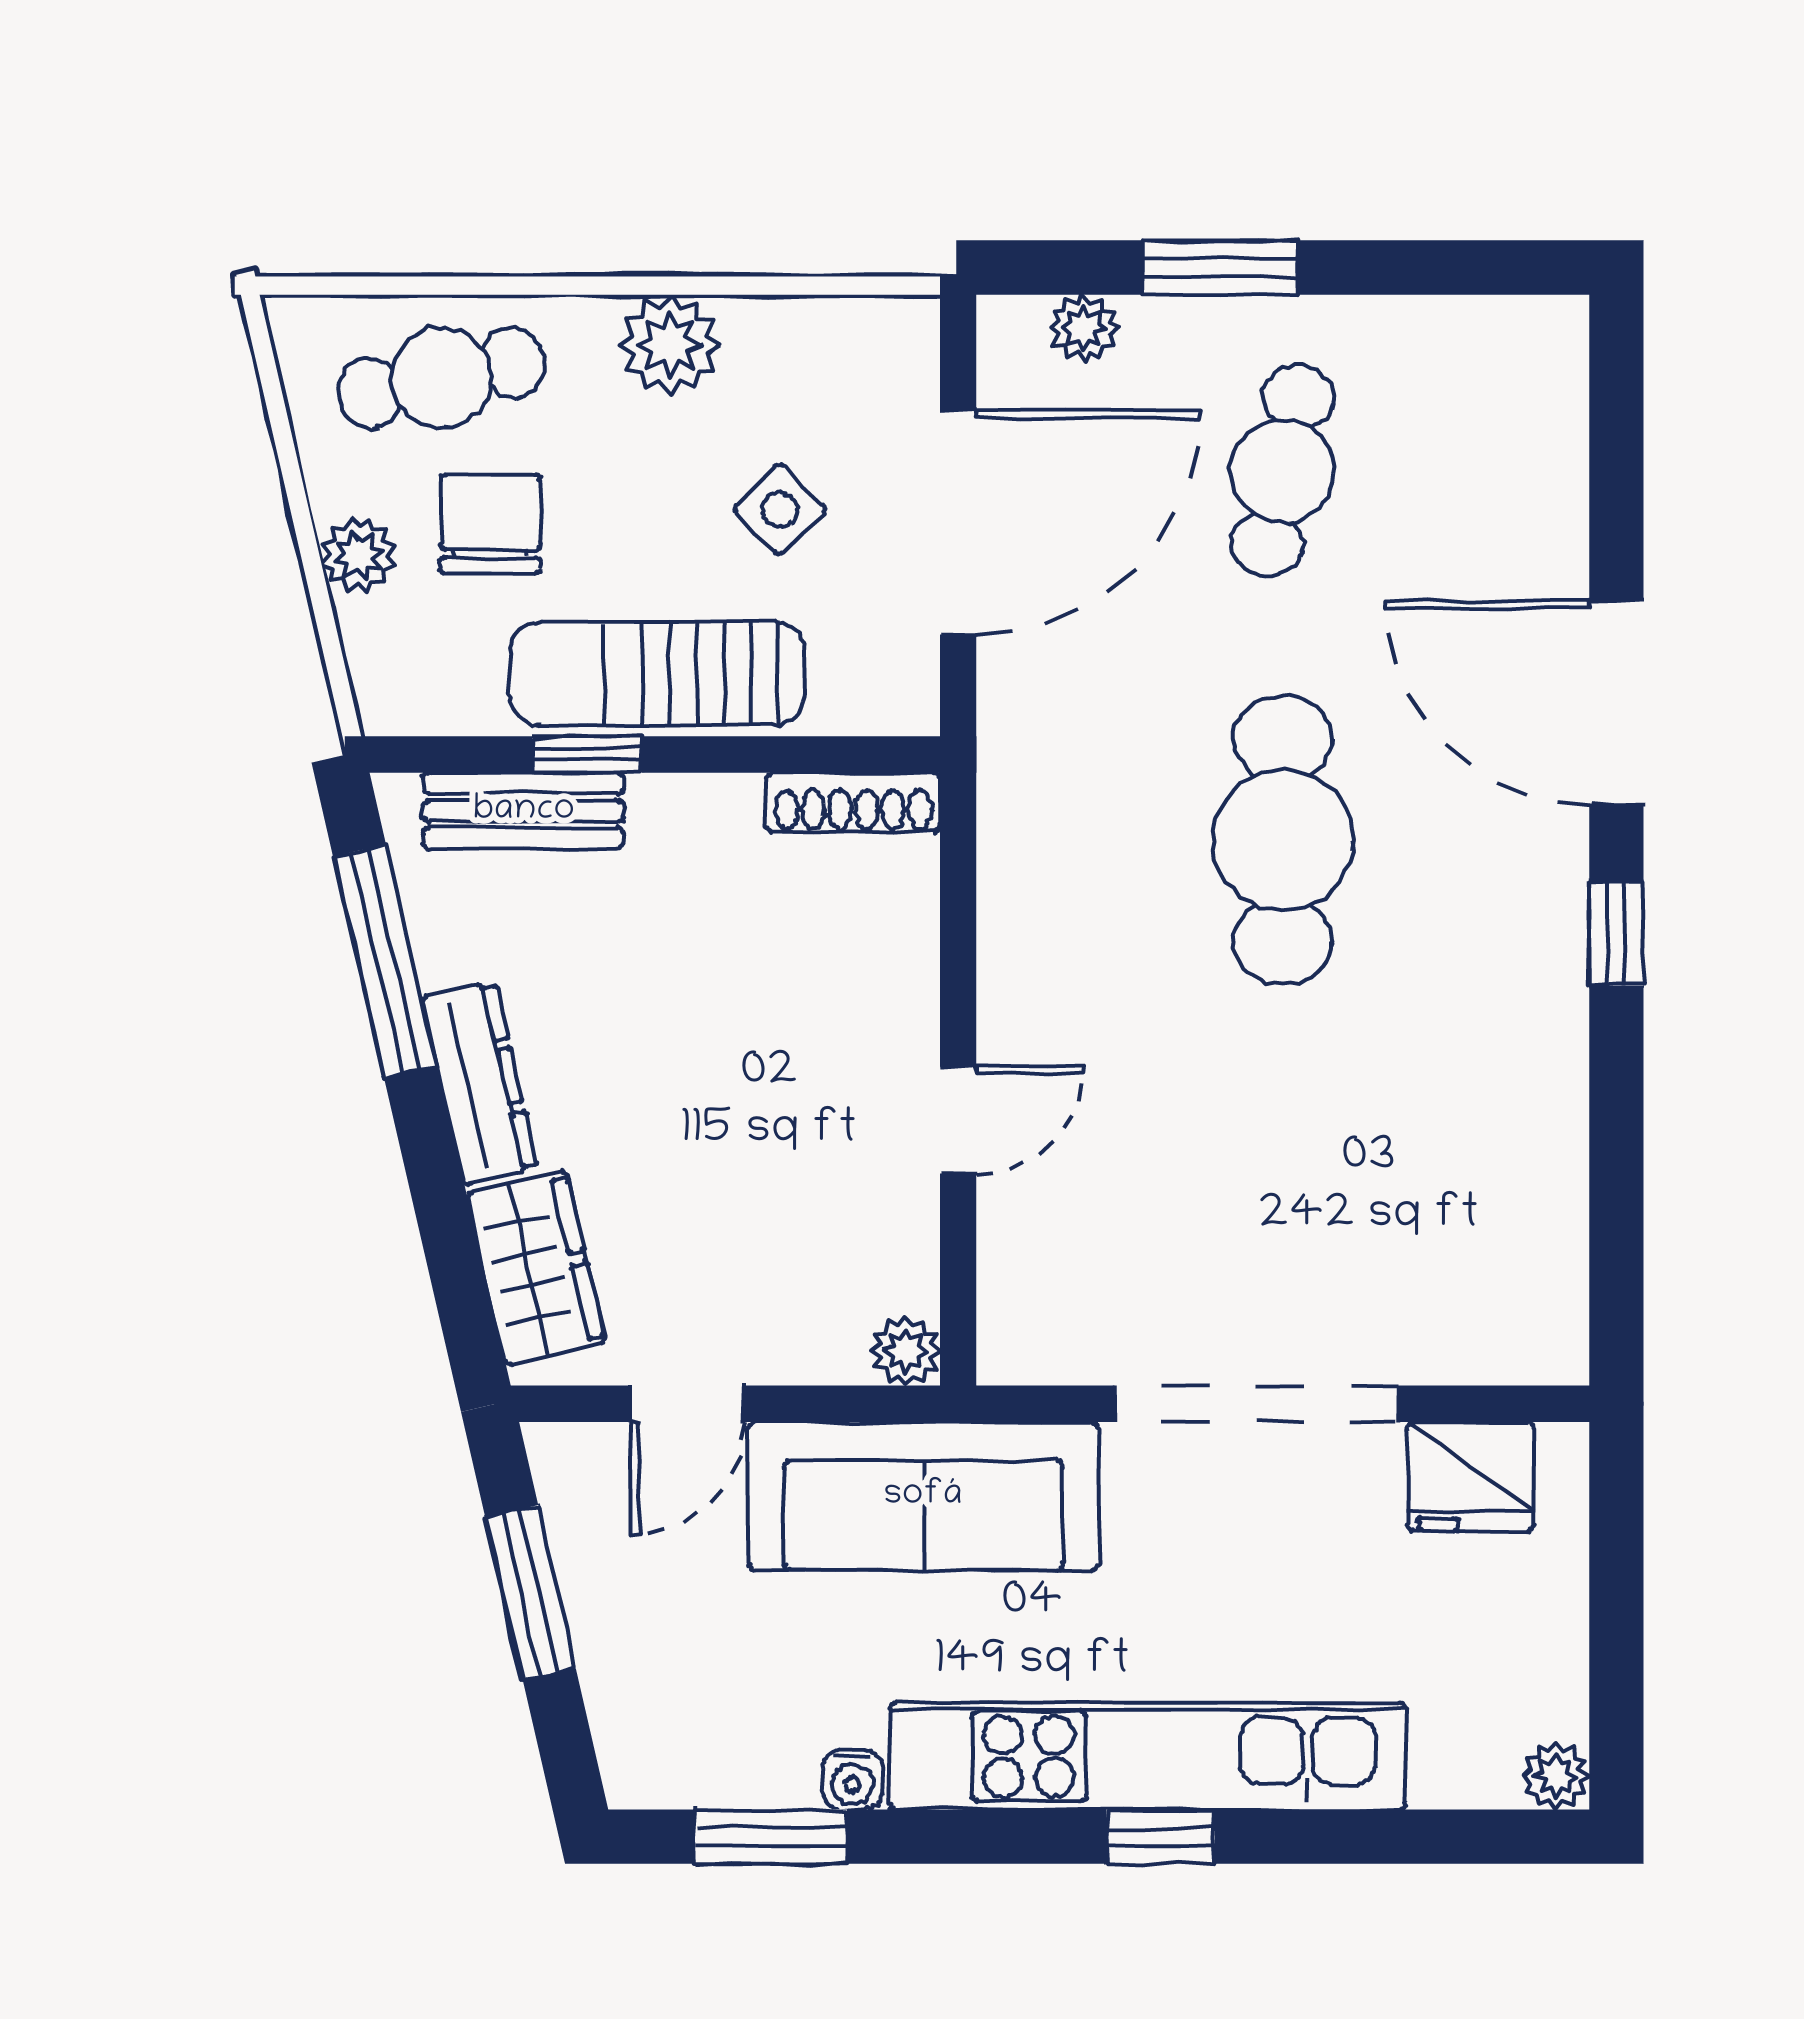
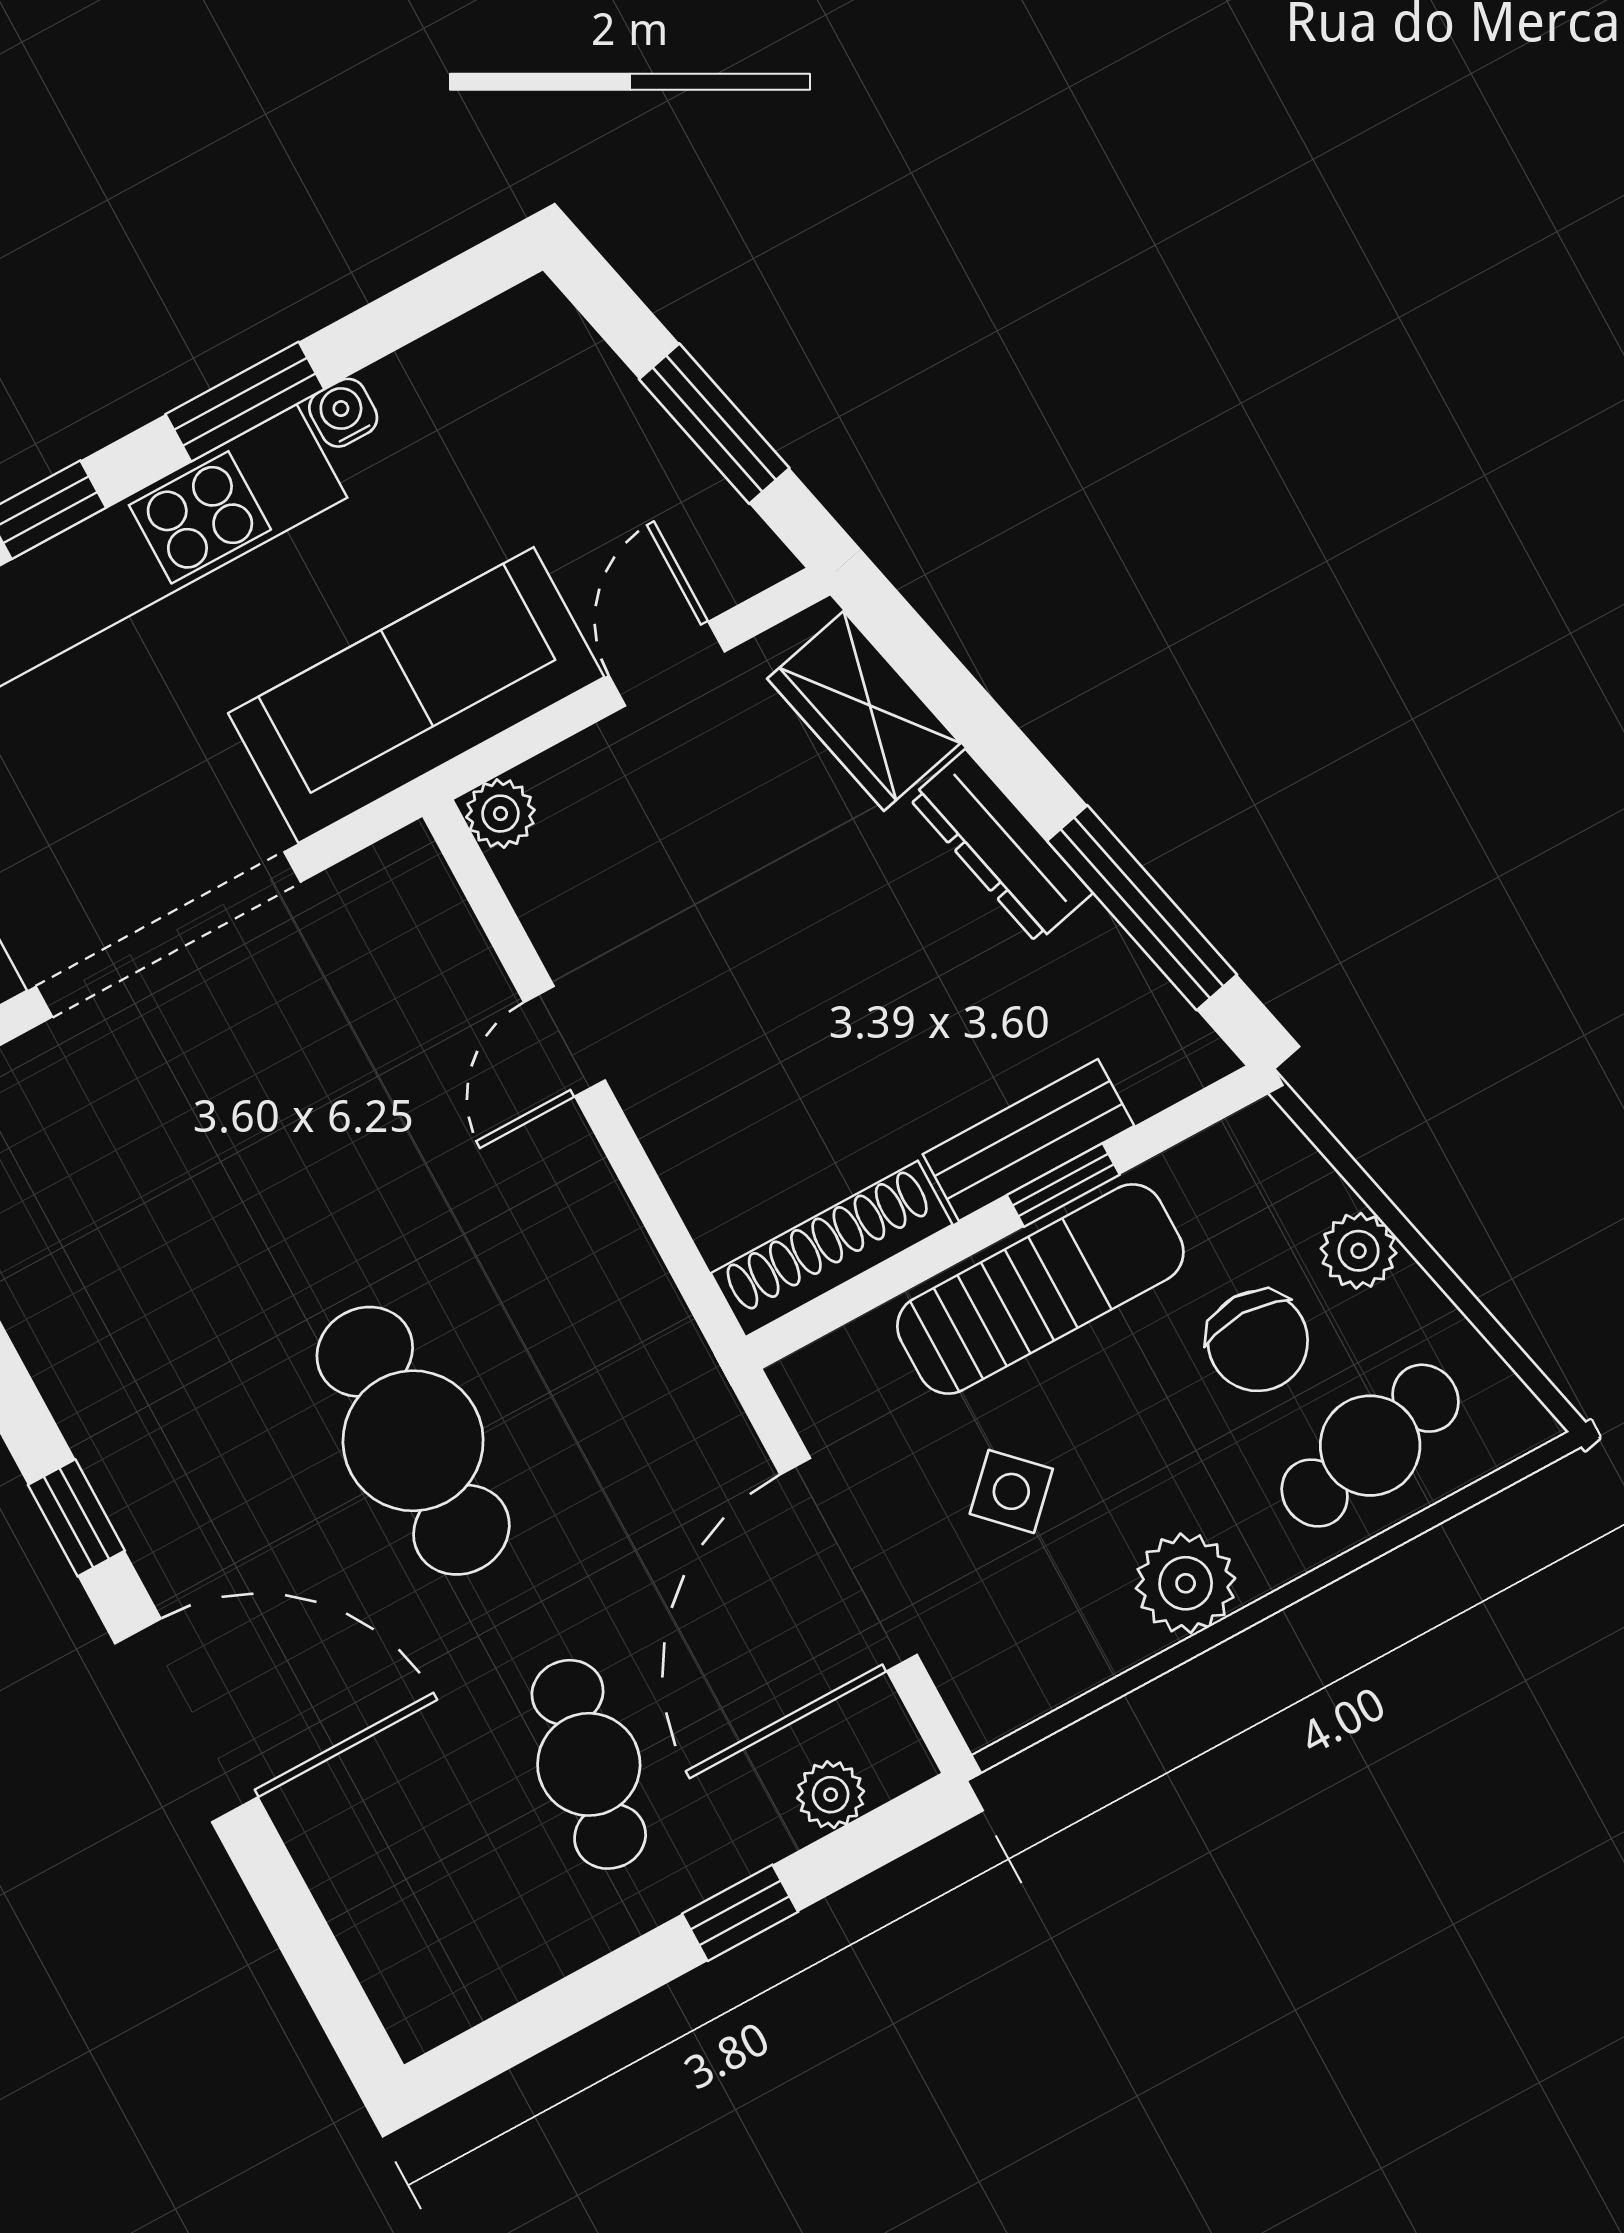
window: (1220, 268) -> (740, 1913), width x0.67
shoe rack: (853, 802) -> (832, 1249), width x1.36, depth x1.24
bench: (524, 811) -> (1028, 1140), moved
window: (771, 1837) -> (245, 402), moved

